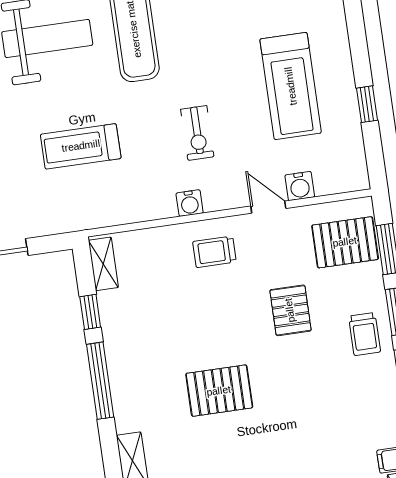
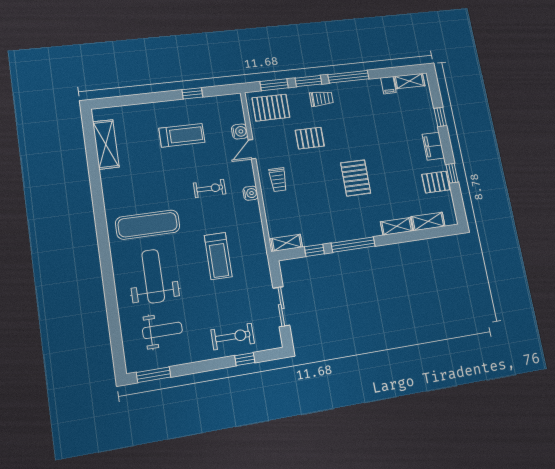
treadmill: (291, 86) -> (182, 135), width x0.73, depth x0.73
pallet: (345, 242) -> (271, 108), turned 90

